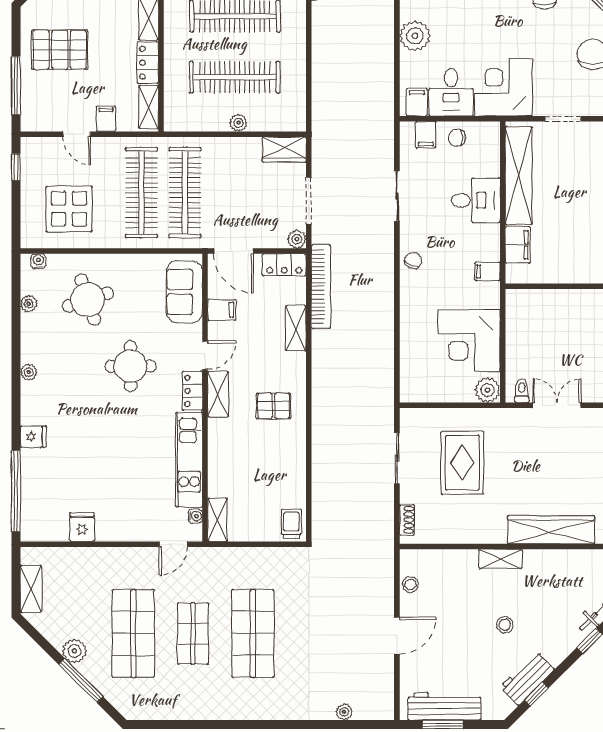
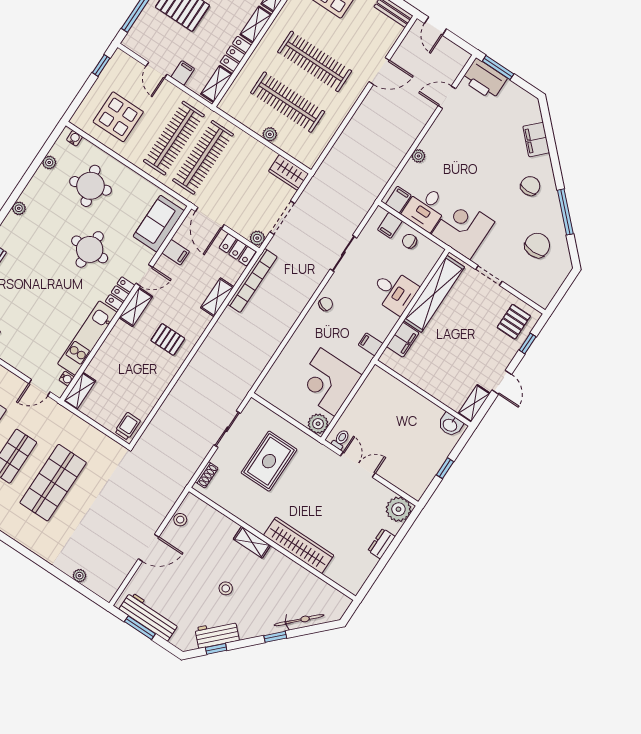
plant: (415, 36) -> (418, 156), width x0.53, depth x0.53

